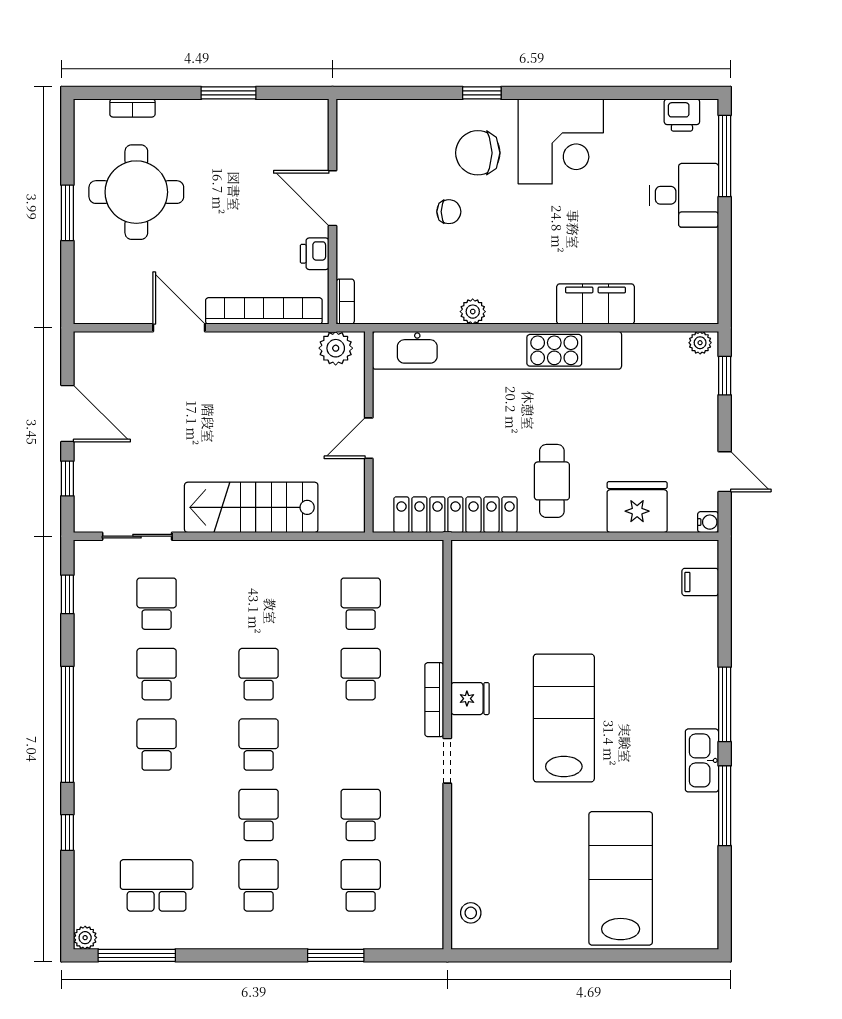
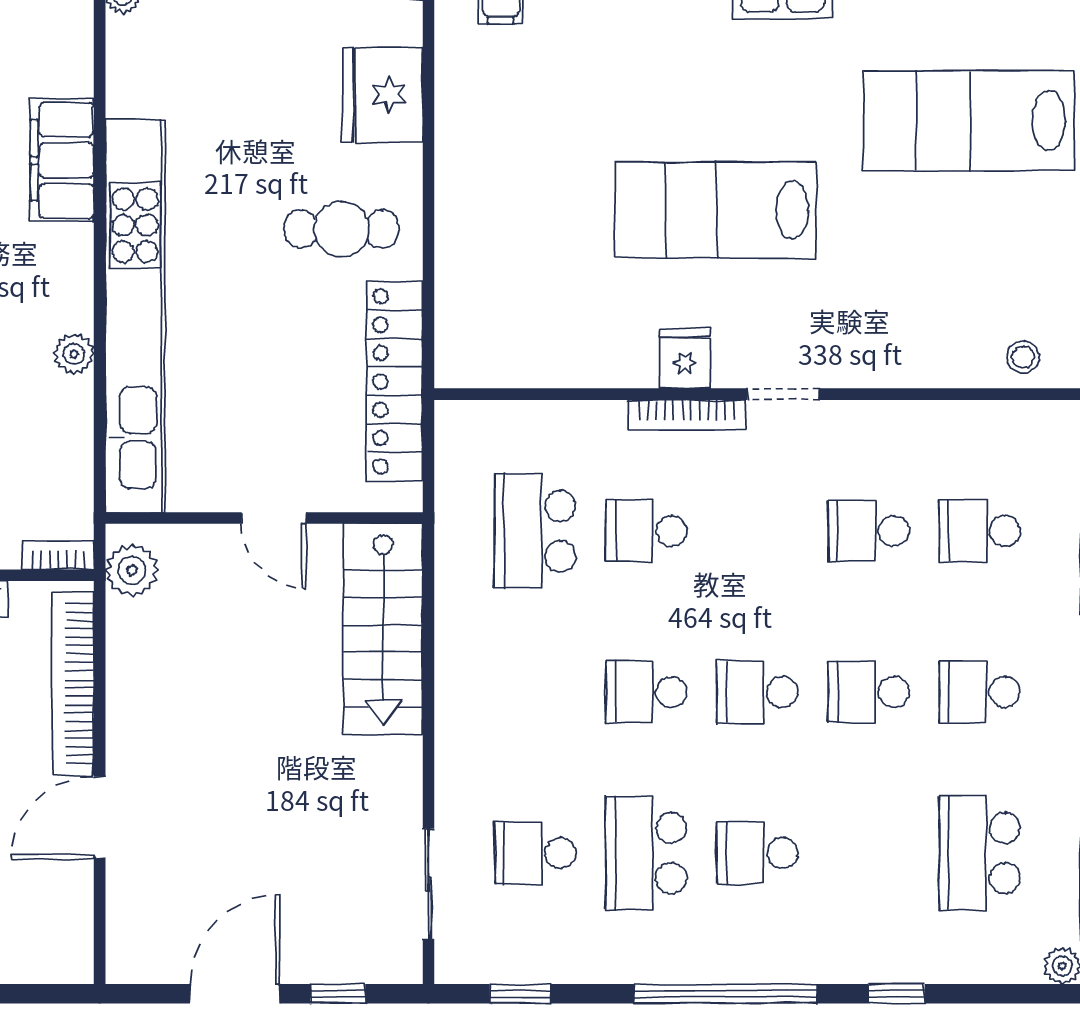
stairs: (251, 507) -> (383, 629), moved
school desk: (361, 604) -> (535, 531), width x1.85
school desk: (157, 674) -> (646, 853), width x1.85

